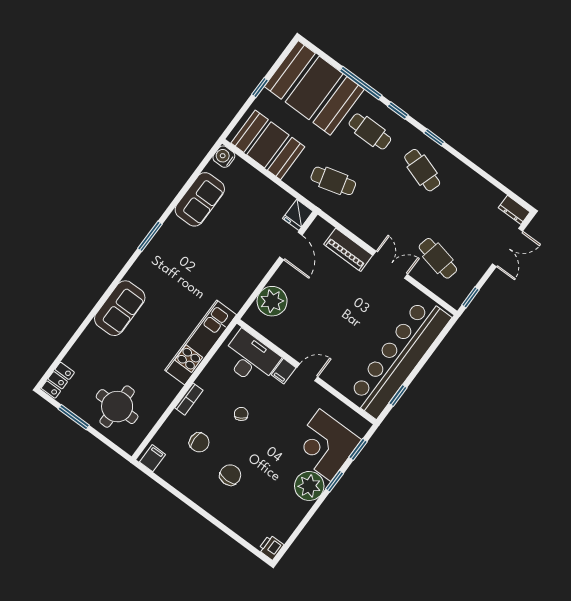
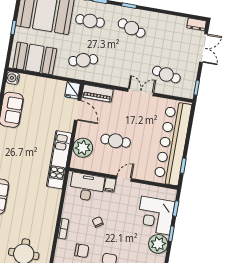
piano: (348, 250) -> (97, 93), moved
cafe table: (322, 314) -> (116, 141), added
kitchen unit: (201, 342) -> (59, 160), moved

